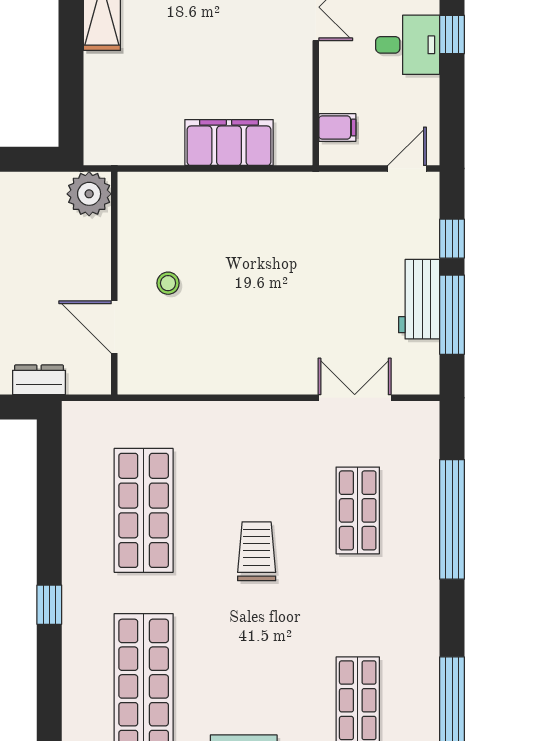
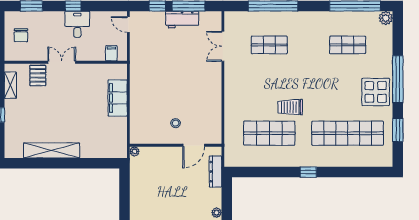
plant: (89, 194) -> (134, 151), width x0.53, depth x0.53
dresser: (39, 380) -> (215, 172), width x1.44
trolley: (257, 551) -> (290, 107), moved

